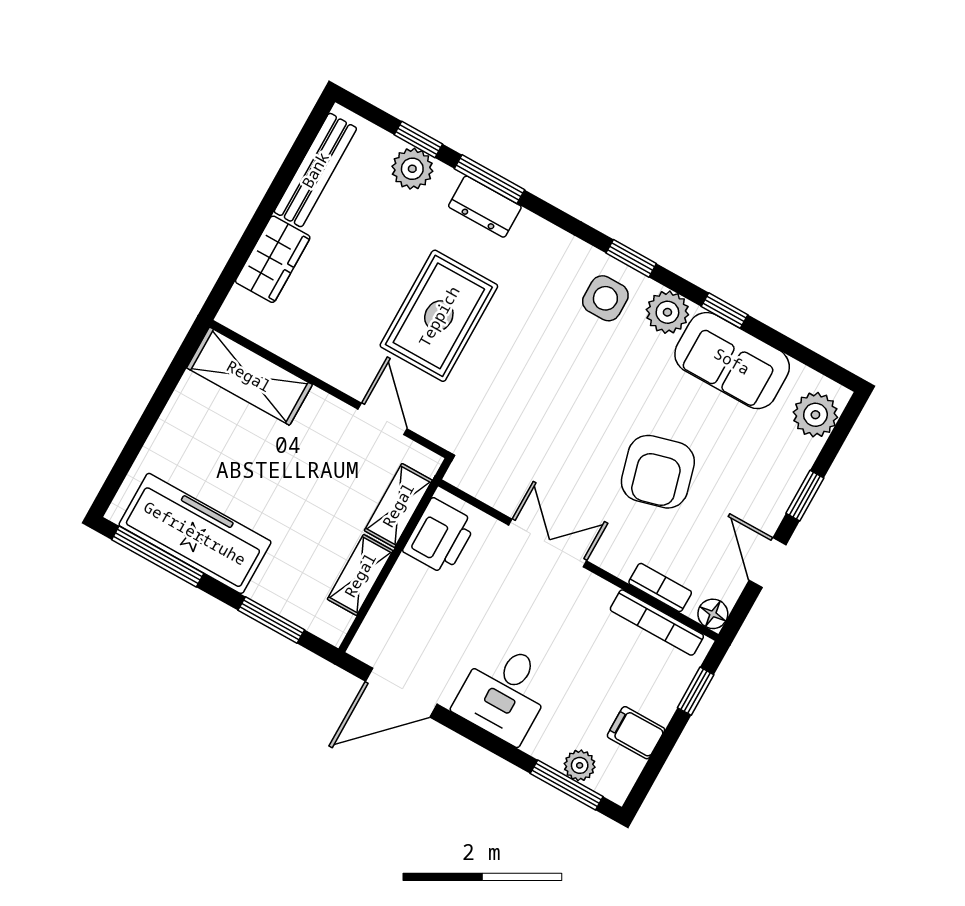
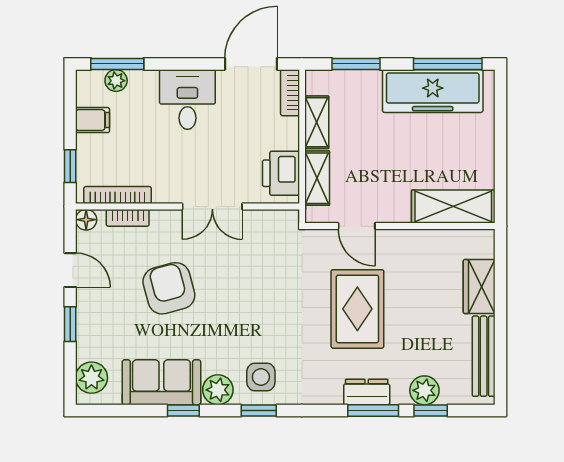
bookcase: (373, 630) -> (290, 93), added

